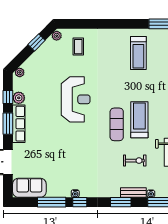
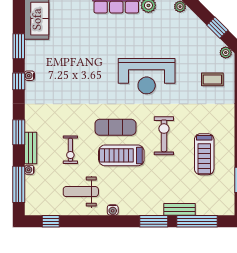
treadmill: (138, 53) -> (204, 154), turned -90
exercise bike: (124, 85) -> (164, 136), added
treadmill: (139, 120) -> (121, 155), turned 180
window: (52, 202) -> (19, 46), width x0.69

